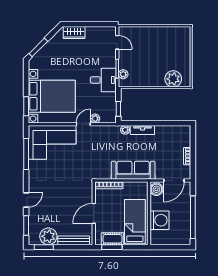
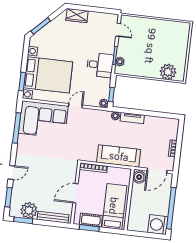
plant: (95, 119) -> (104, 103), moved
washing machine: (159, 220) -> (158, 225), moved, turned 180

